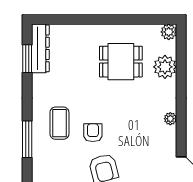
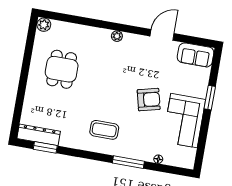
plant: (165, 67) -> (73, 33), removed
armchair: (93, 133) -> (117, 103), removed
window: (27, 139) -> (128, 162), moved

